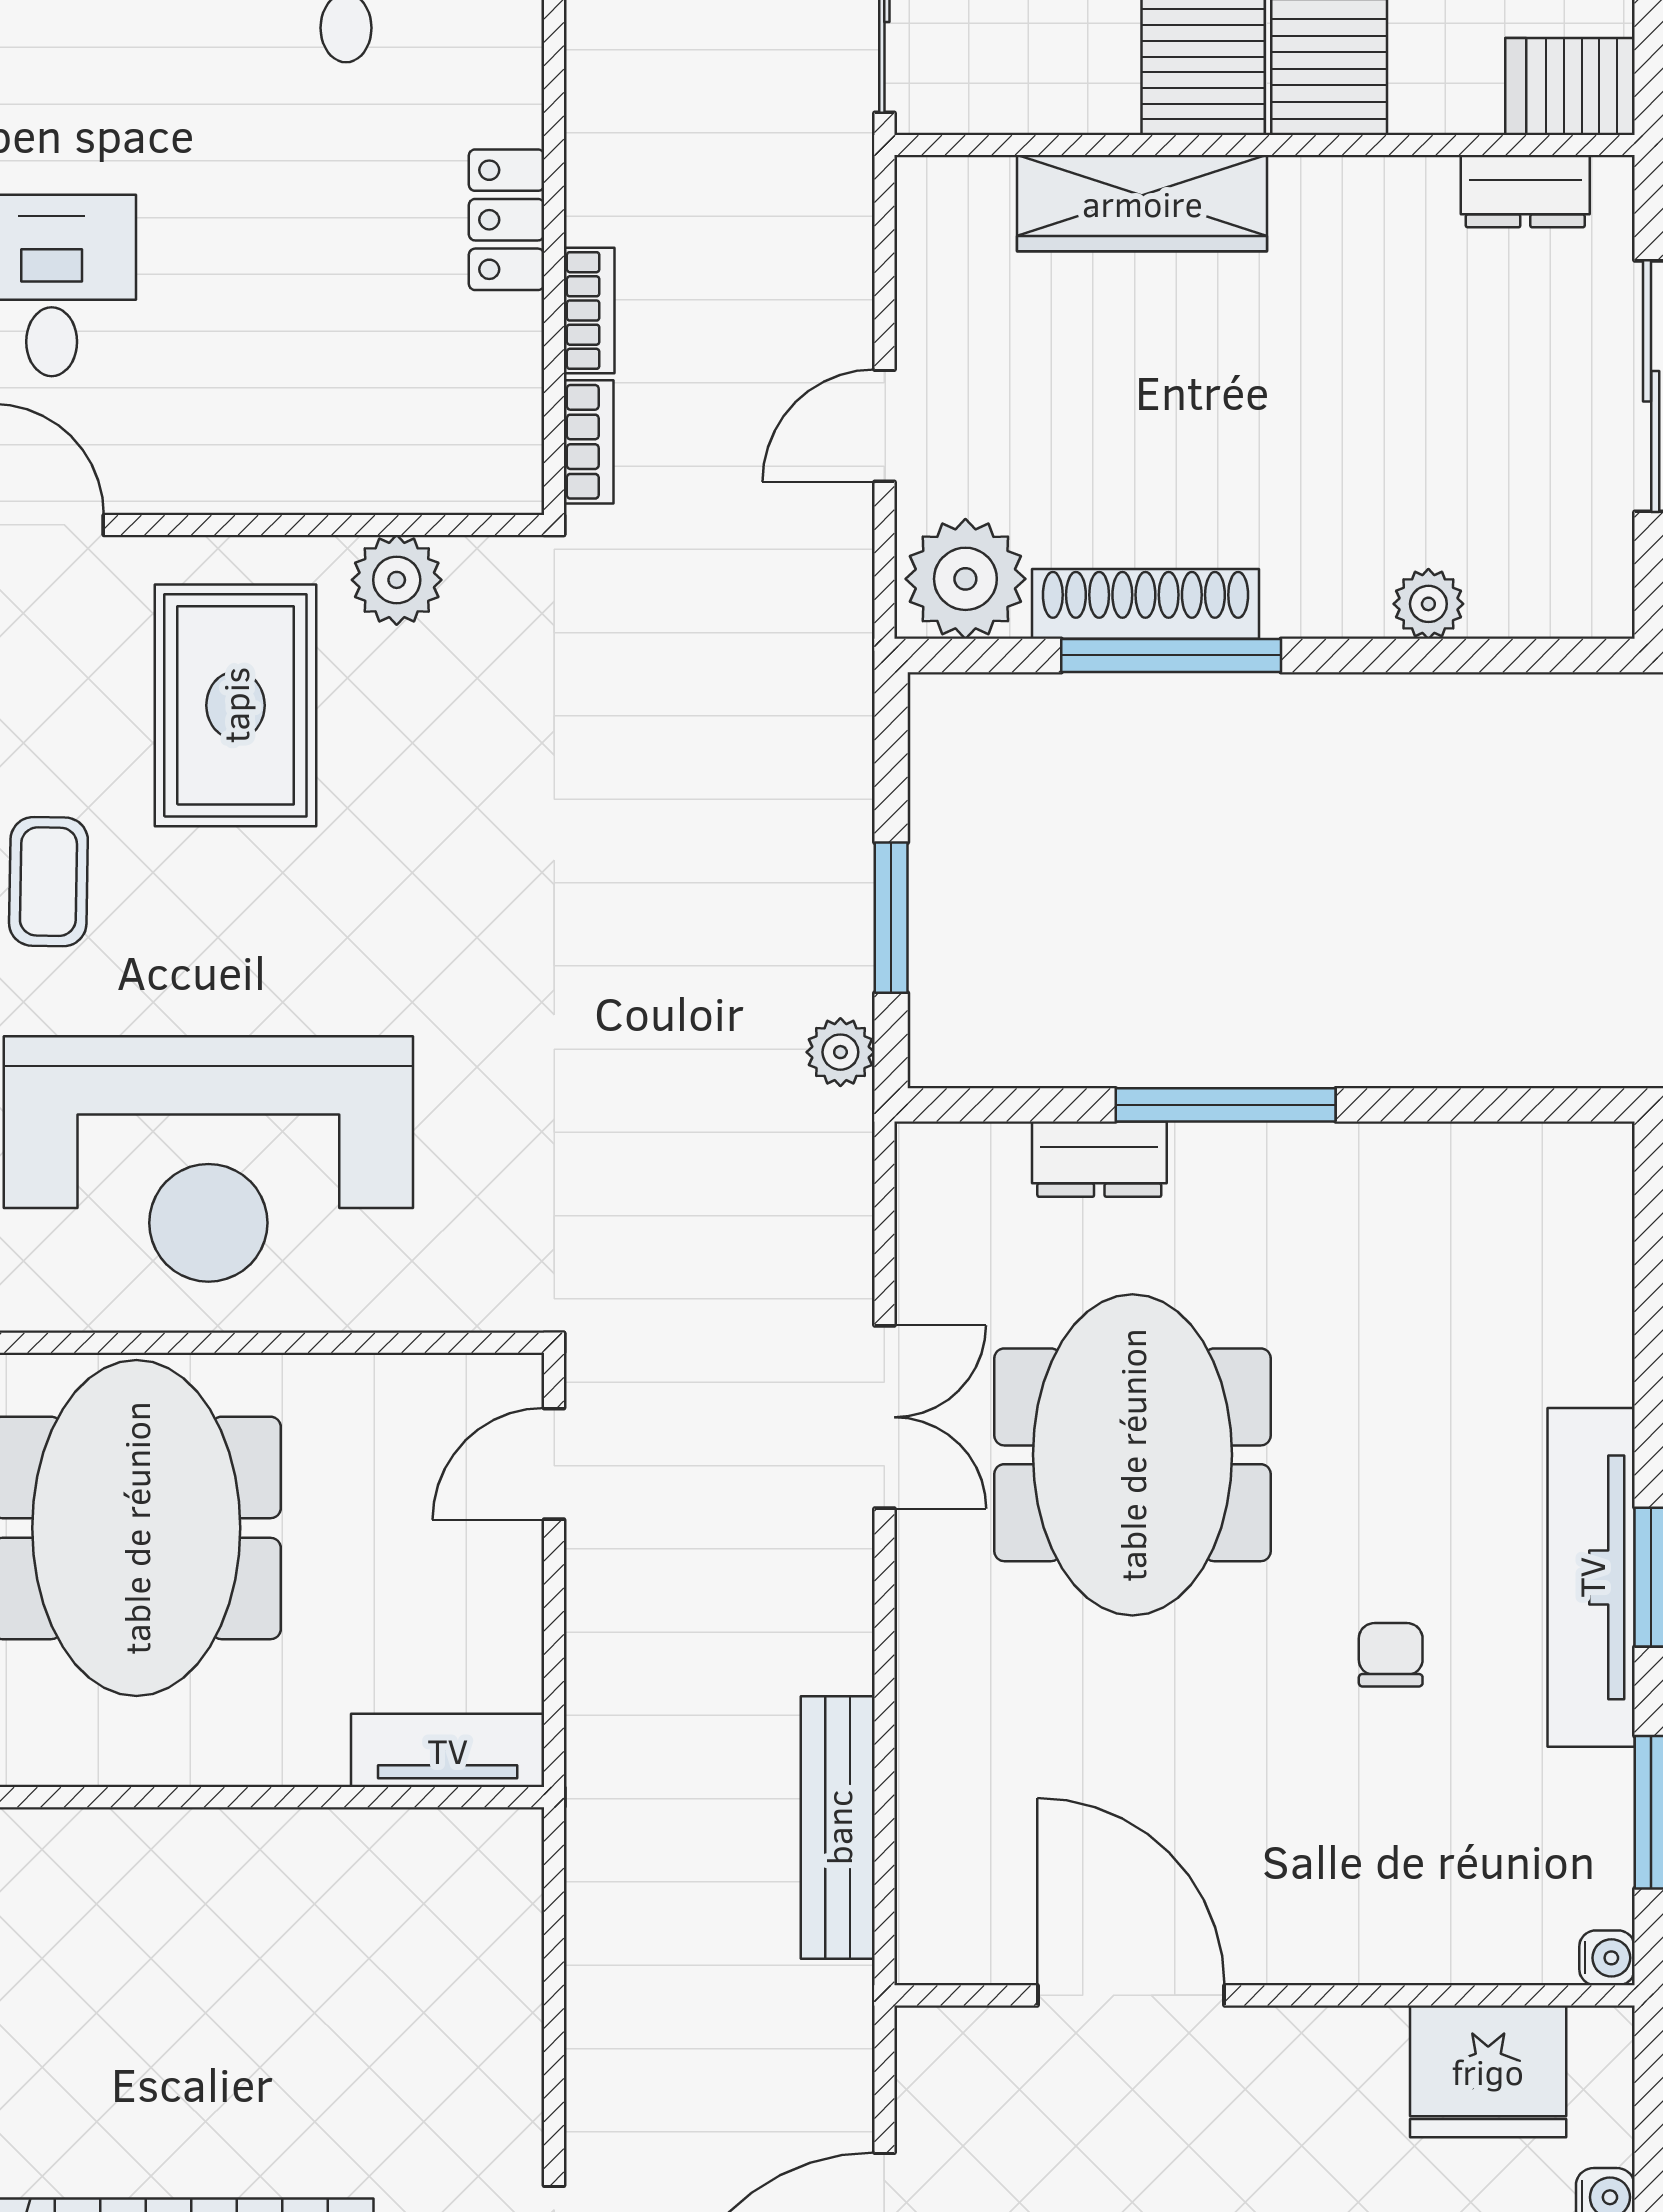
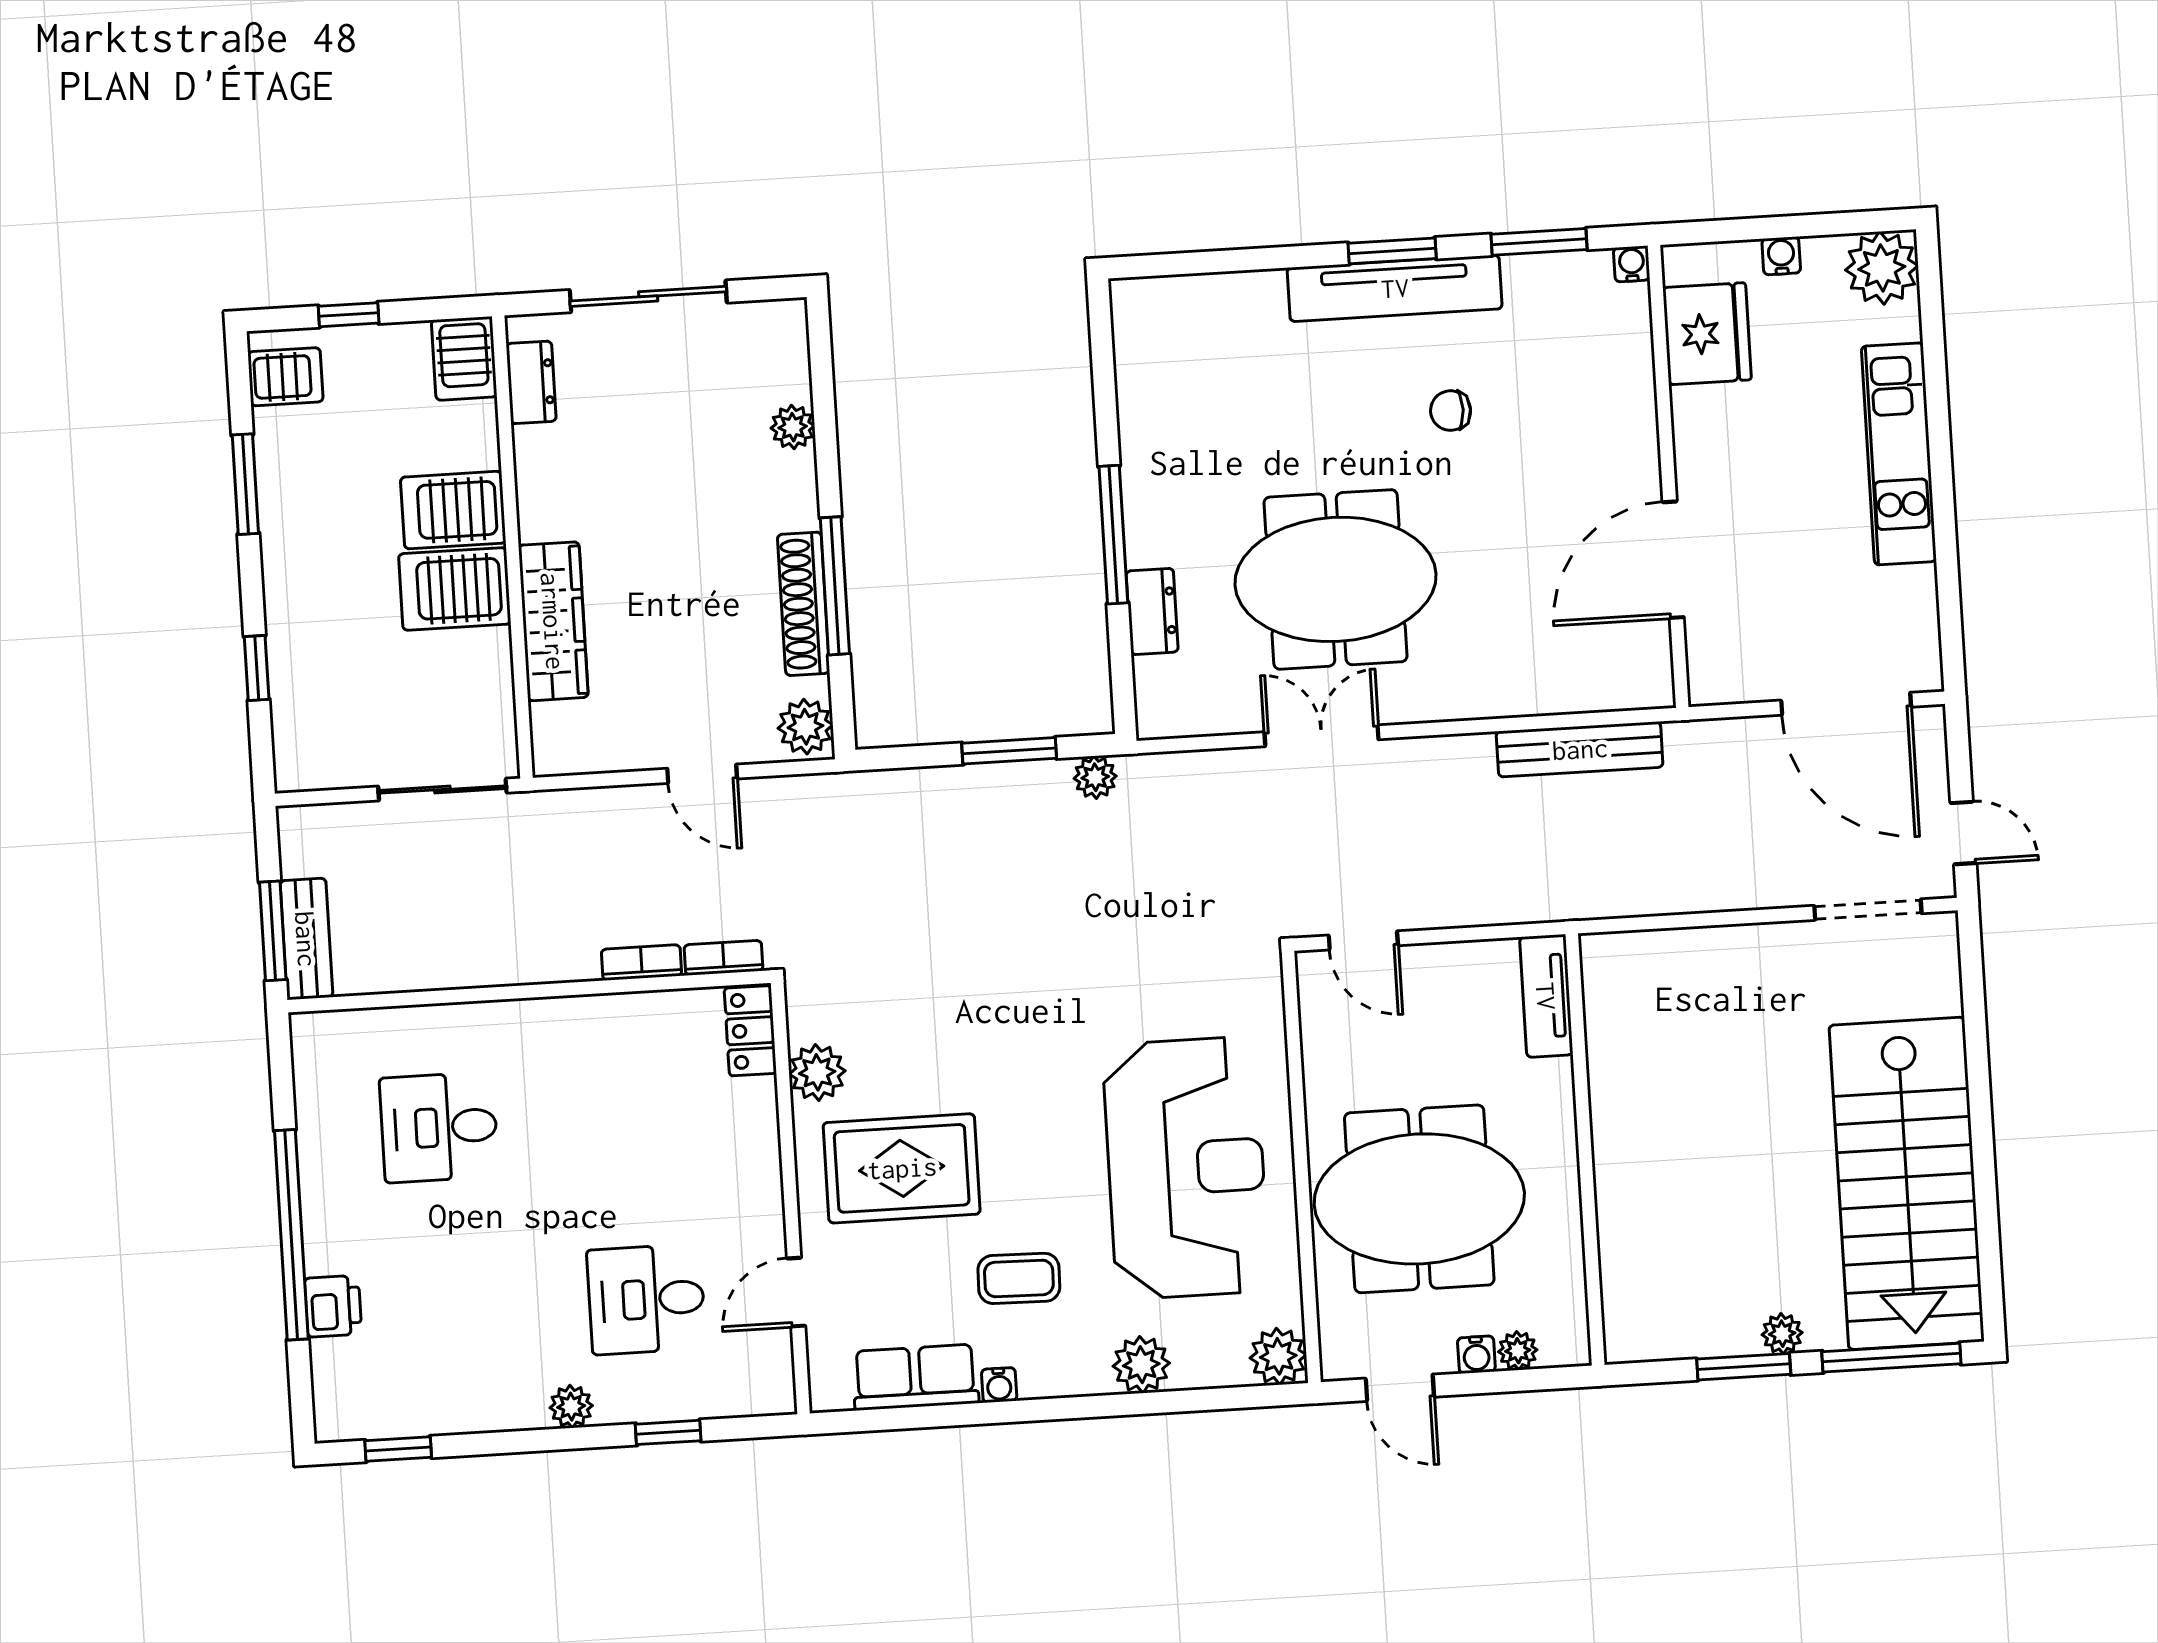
locker: (507, 220) -> (750, 1031), moved, turned 90
plant: (965, 579) -> (805, 727), width x0.73, depth x0.73

